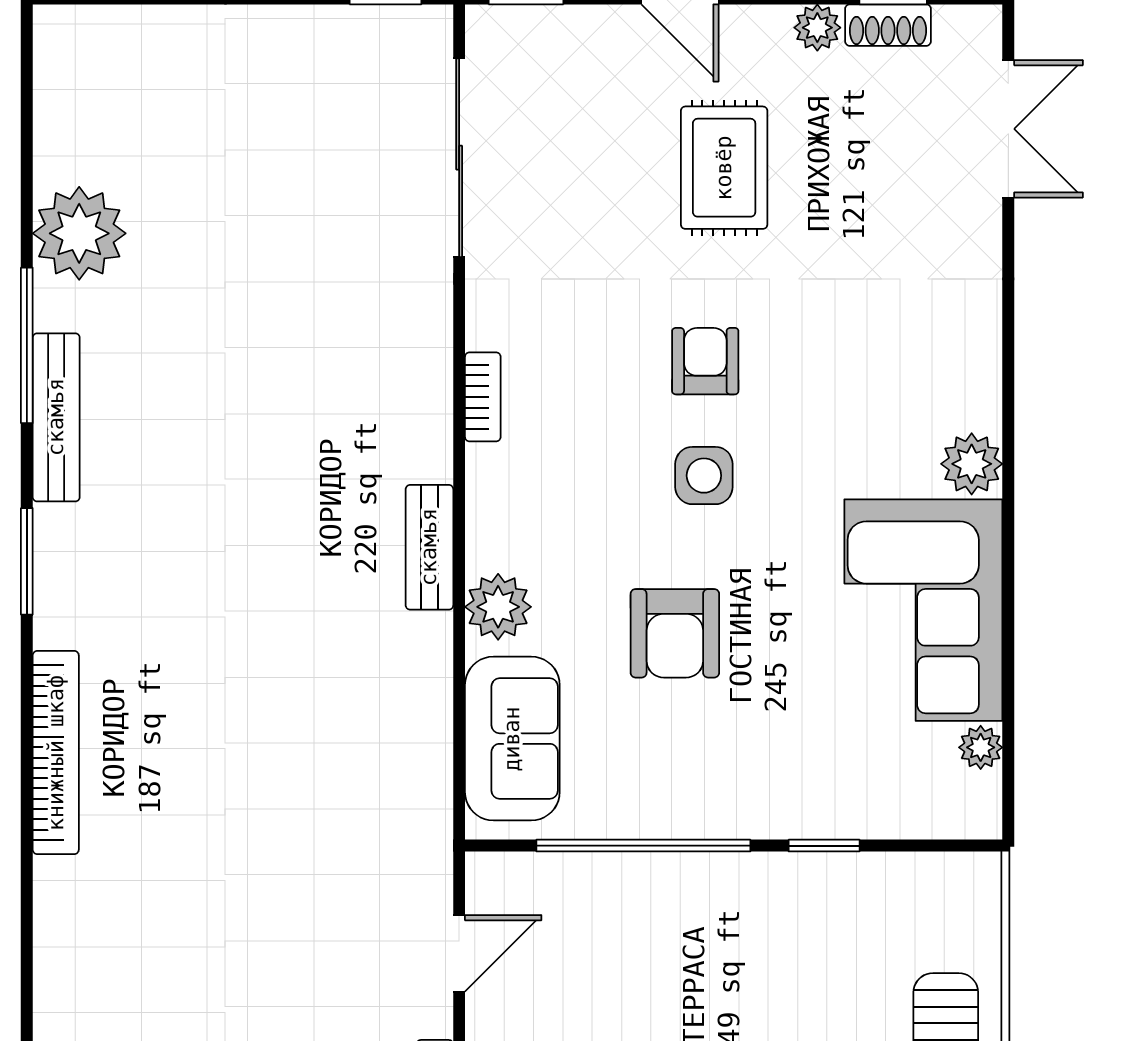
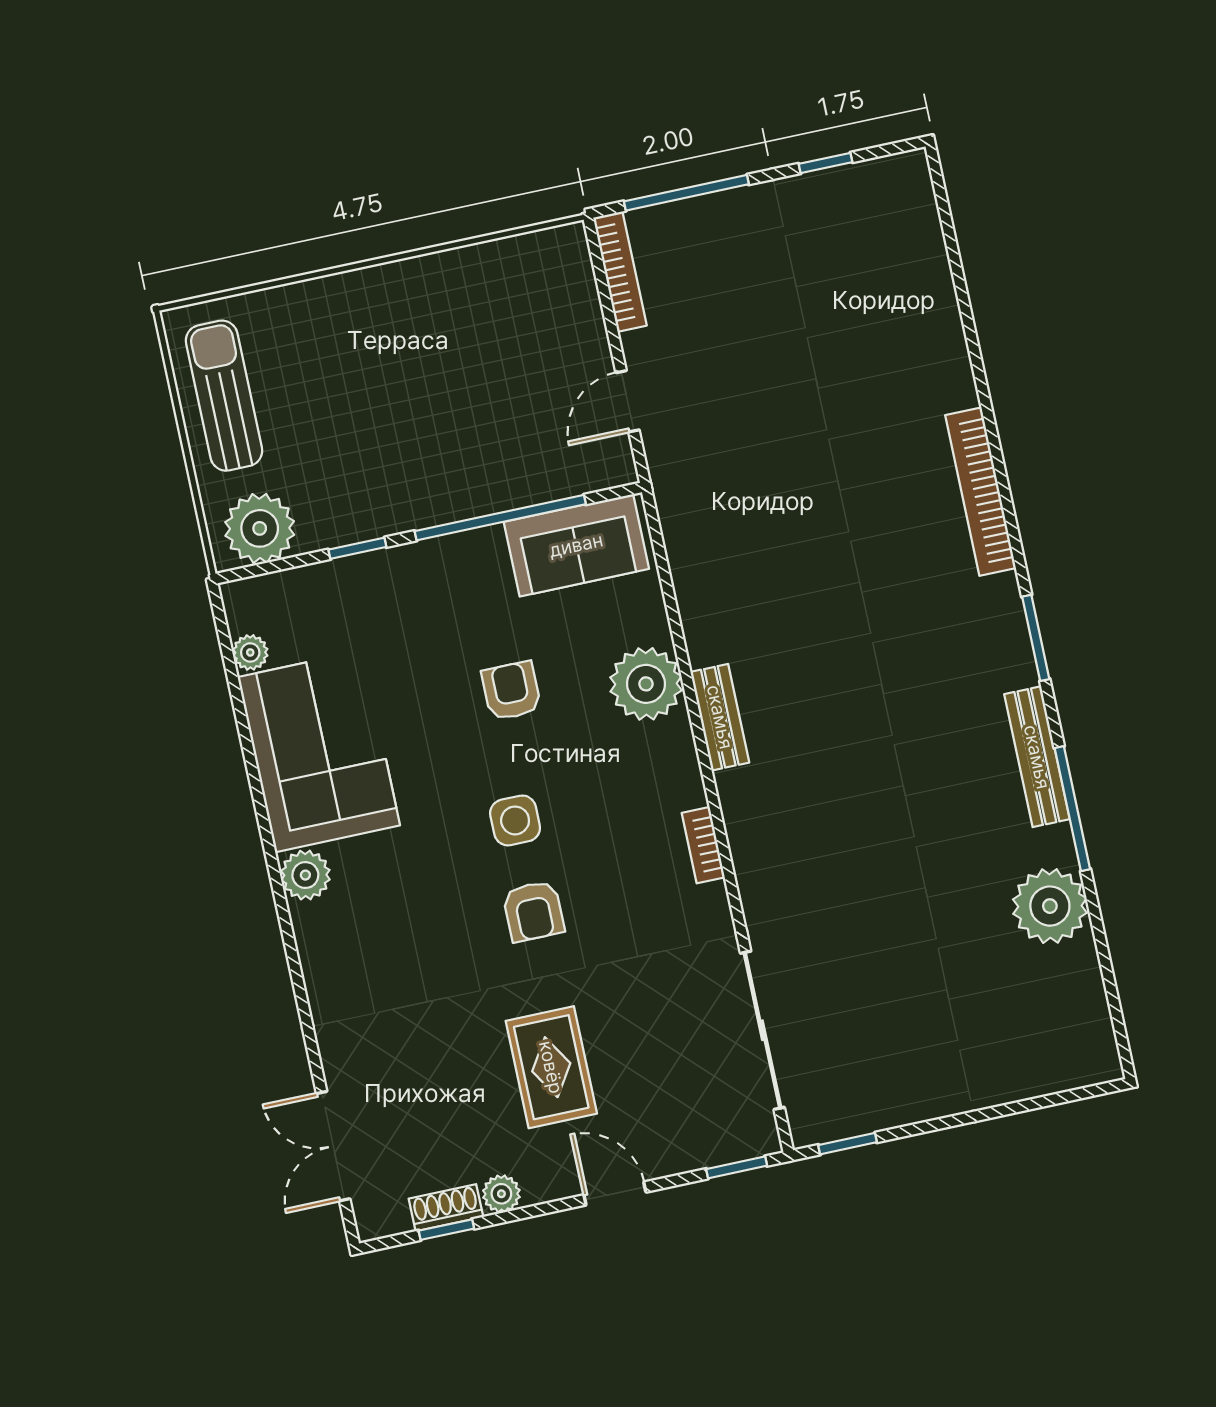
plant: (498, 607) -> (646, 684), width x1.36, depth x1.36
armchair: (675, 633) -> (511, 691), width x0.72, depth x0.72
sofa: (512, 739) -> (576, 545), moved, turned -90
plant: (937, 895) -> (260, 528), added

